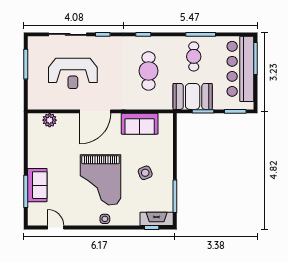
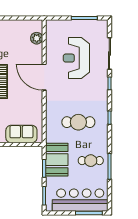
sofa: (140, 124) -> (21, 134), moved, turned 90

